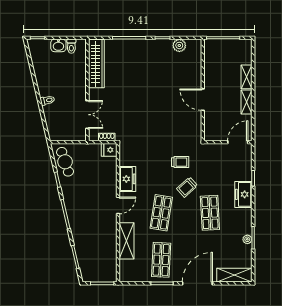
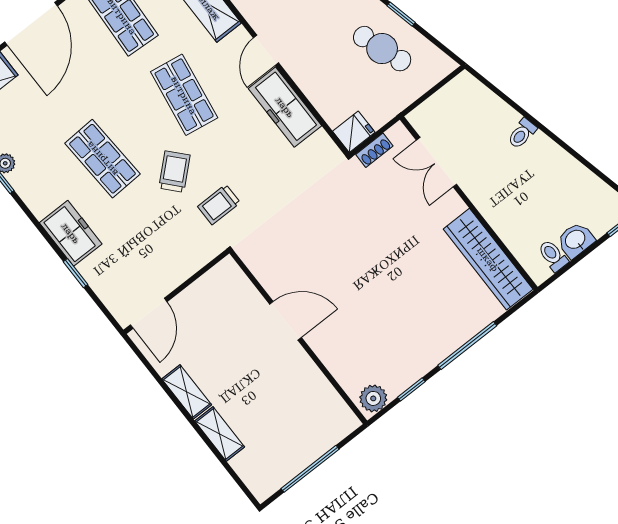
wall: (203, 90) -> (298, 337), moved
door: (203, 100) -> (285, 321), moved
cafe table: (65, 162) -> (382, 49), moved
freezer: (127, 179) -> (285, 107), width x1.40

